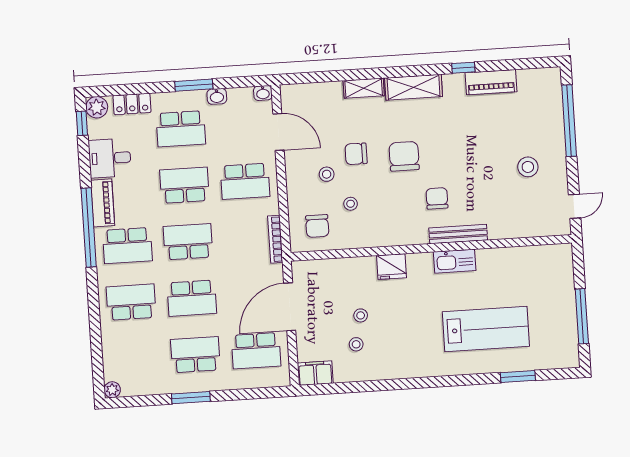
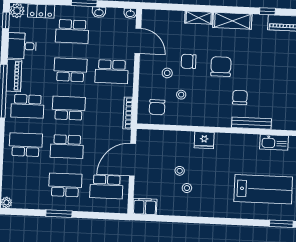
kitchen sink: (455, 261) -> (274, 142), moved
stool: (356, 344) -> (187, 188), moved

